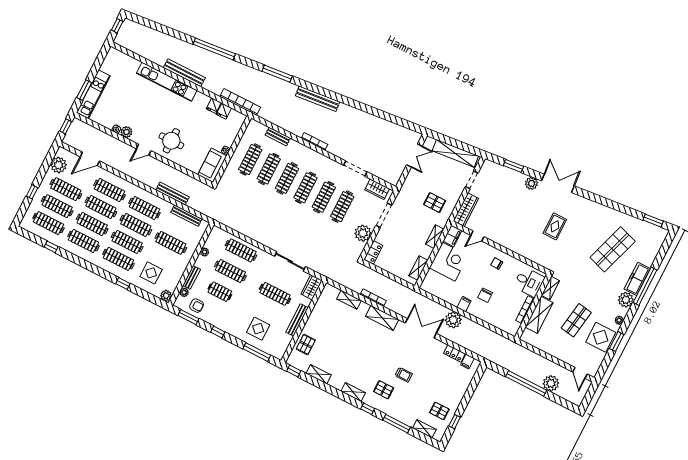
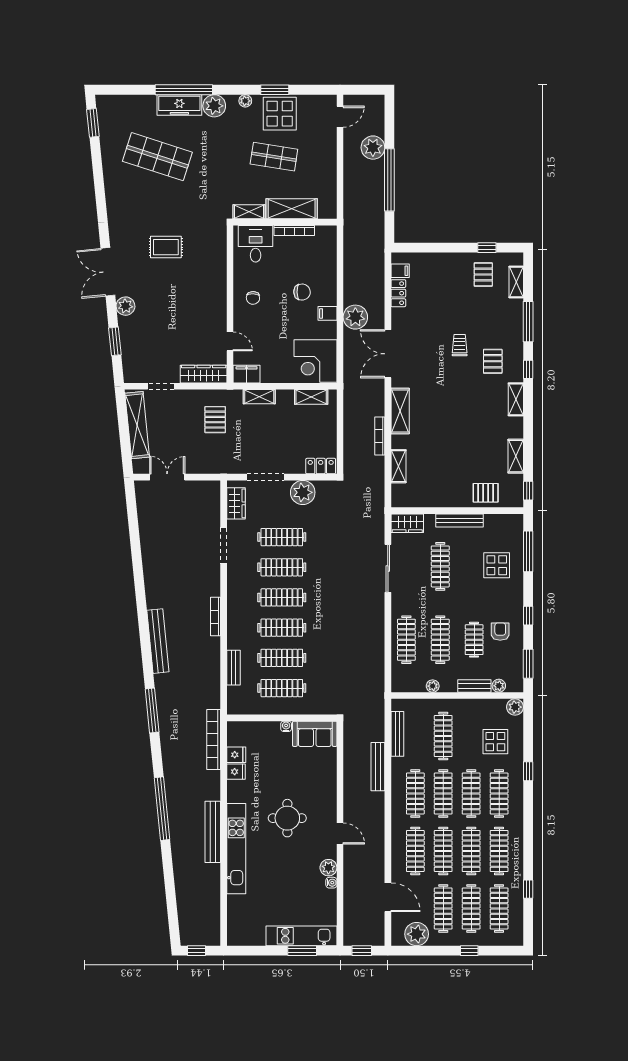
round table: (171, 141) -> (287, 818), moved
corner desk: (449, 262) -> (315, 361), moved, turned -90
armchair: (197, 306) -> (500, 632), moved

